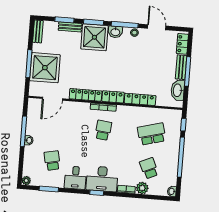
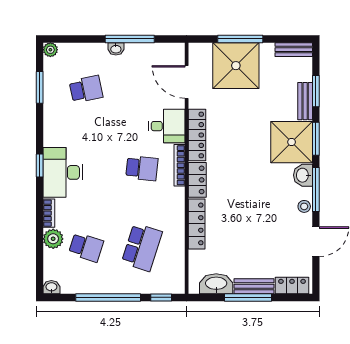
school desk: (152, 134) -> (142, 247), turned 33
school desk: (149, 168) -> (86, 247), turned 42
desk: (75, 178) -> (167, 126), moved, turned 180

